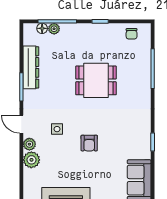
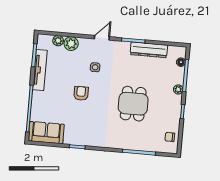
plant: (54, 29) -> (178, 89), moved
armchair: (89, 143) -> (81, 93), turned 90
plant: (29, 144) -> (58, 41), moved

